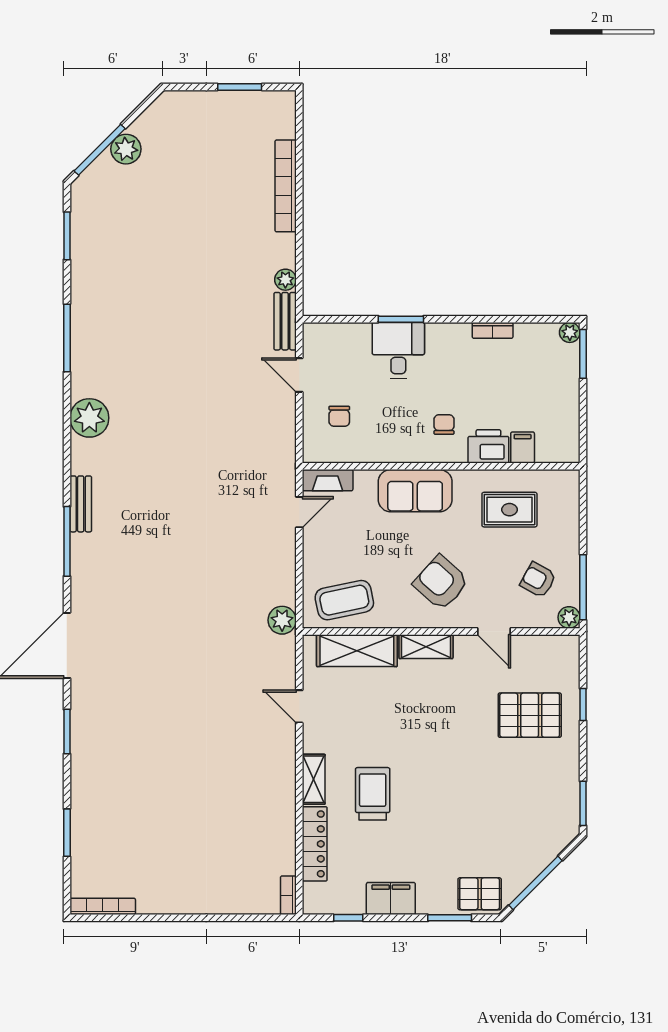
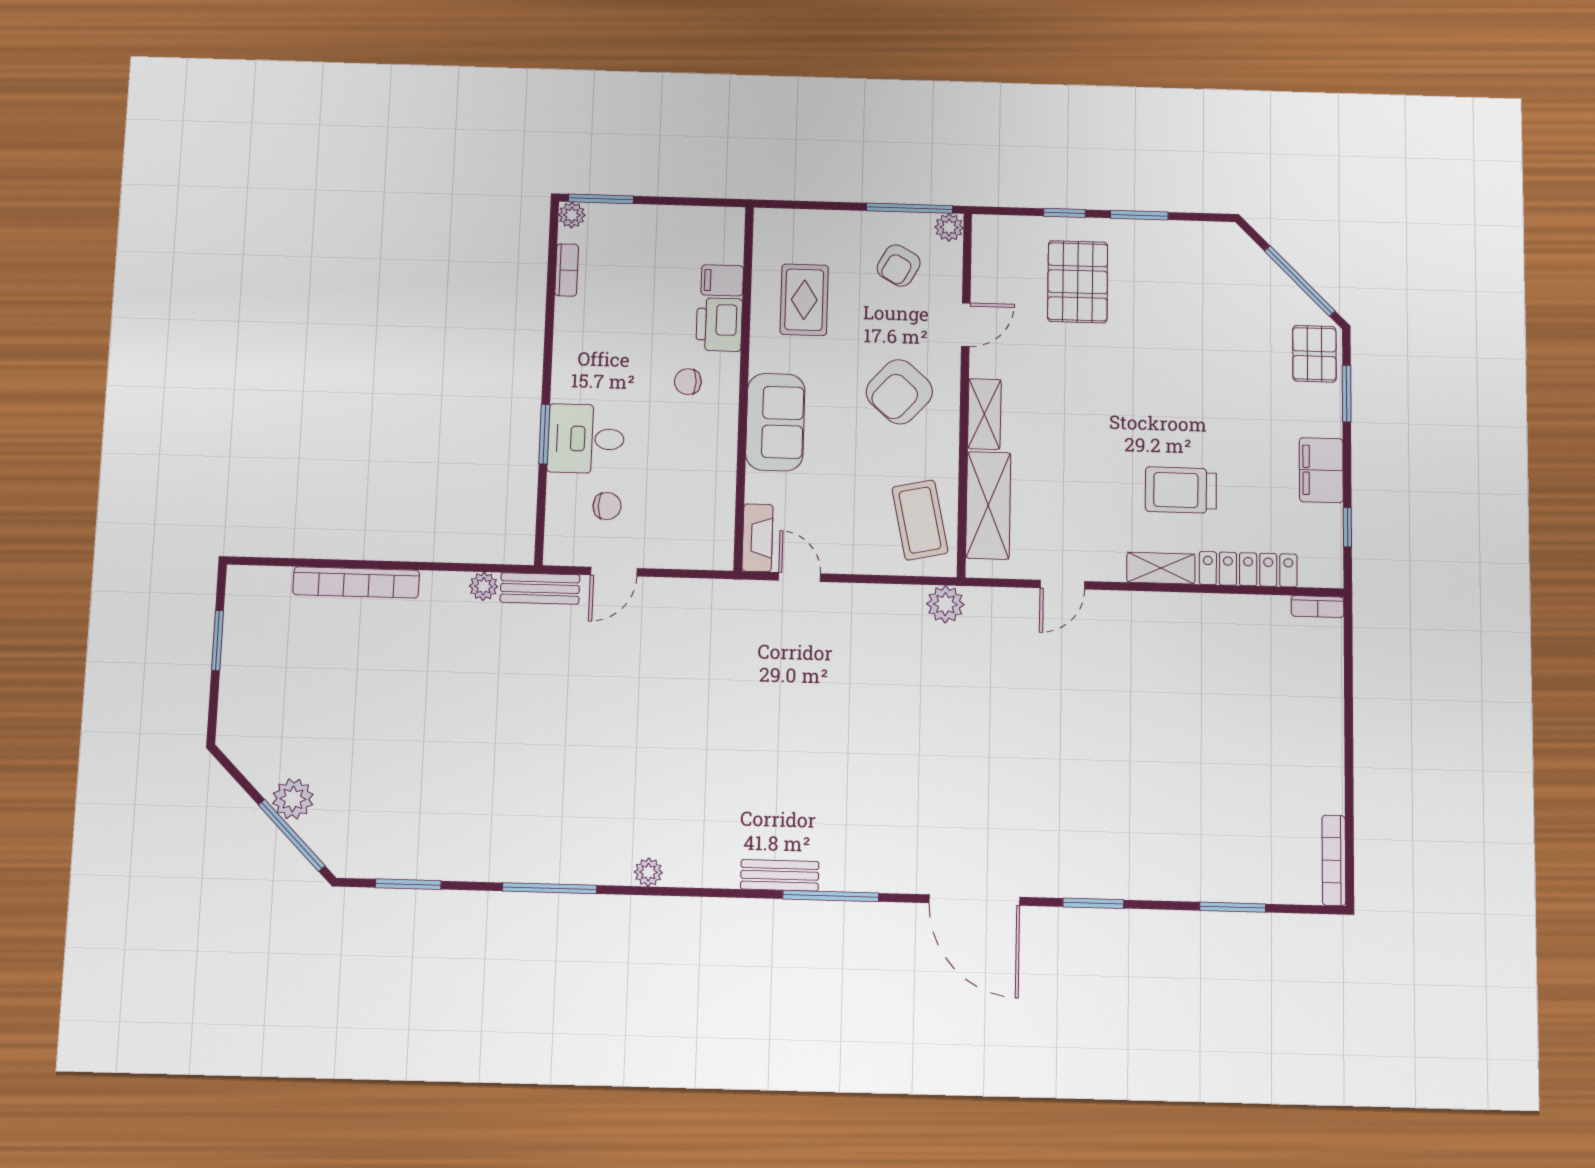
bookcase: (493, 330) -> (567, 270), moved
chair: (339, 416) -> (607, 506), moved
plant: (89, 418) -> (648, 872), width x0.53, depth x0.53
window: (583, 803) -> (1139, 215), moved

